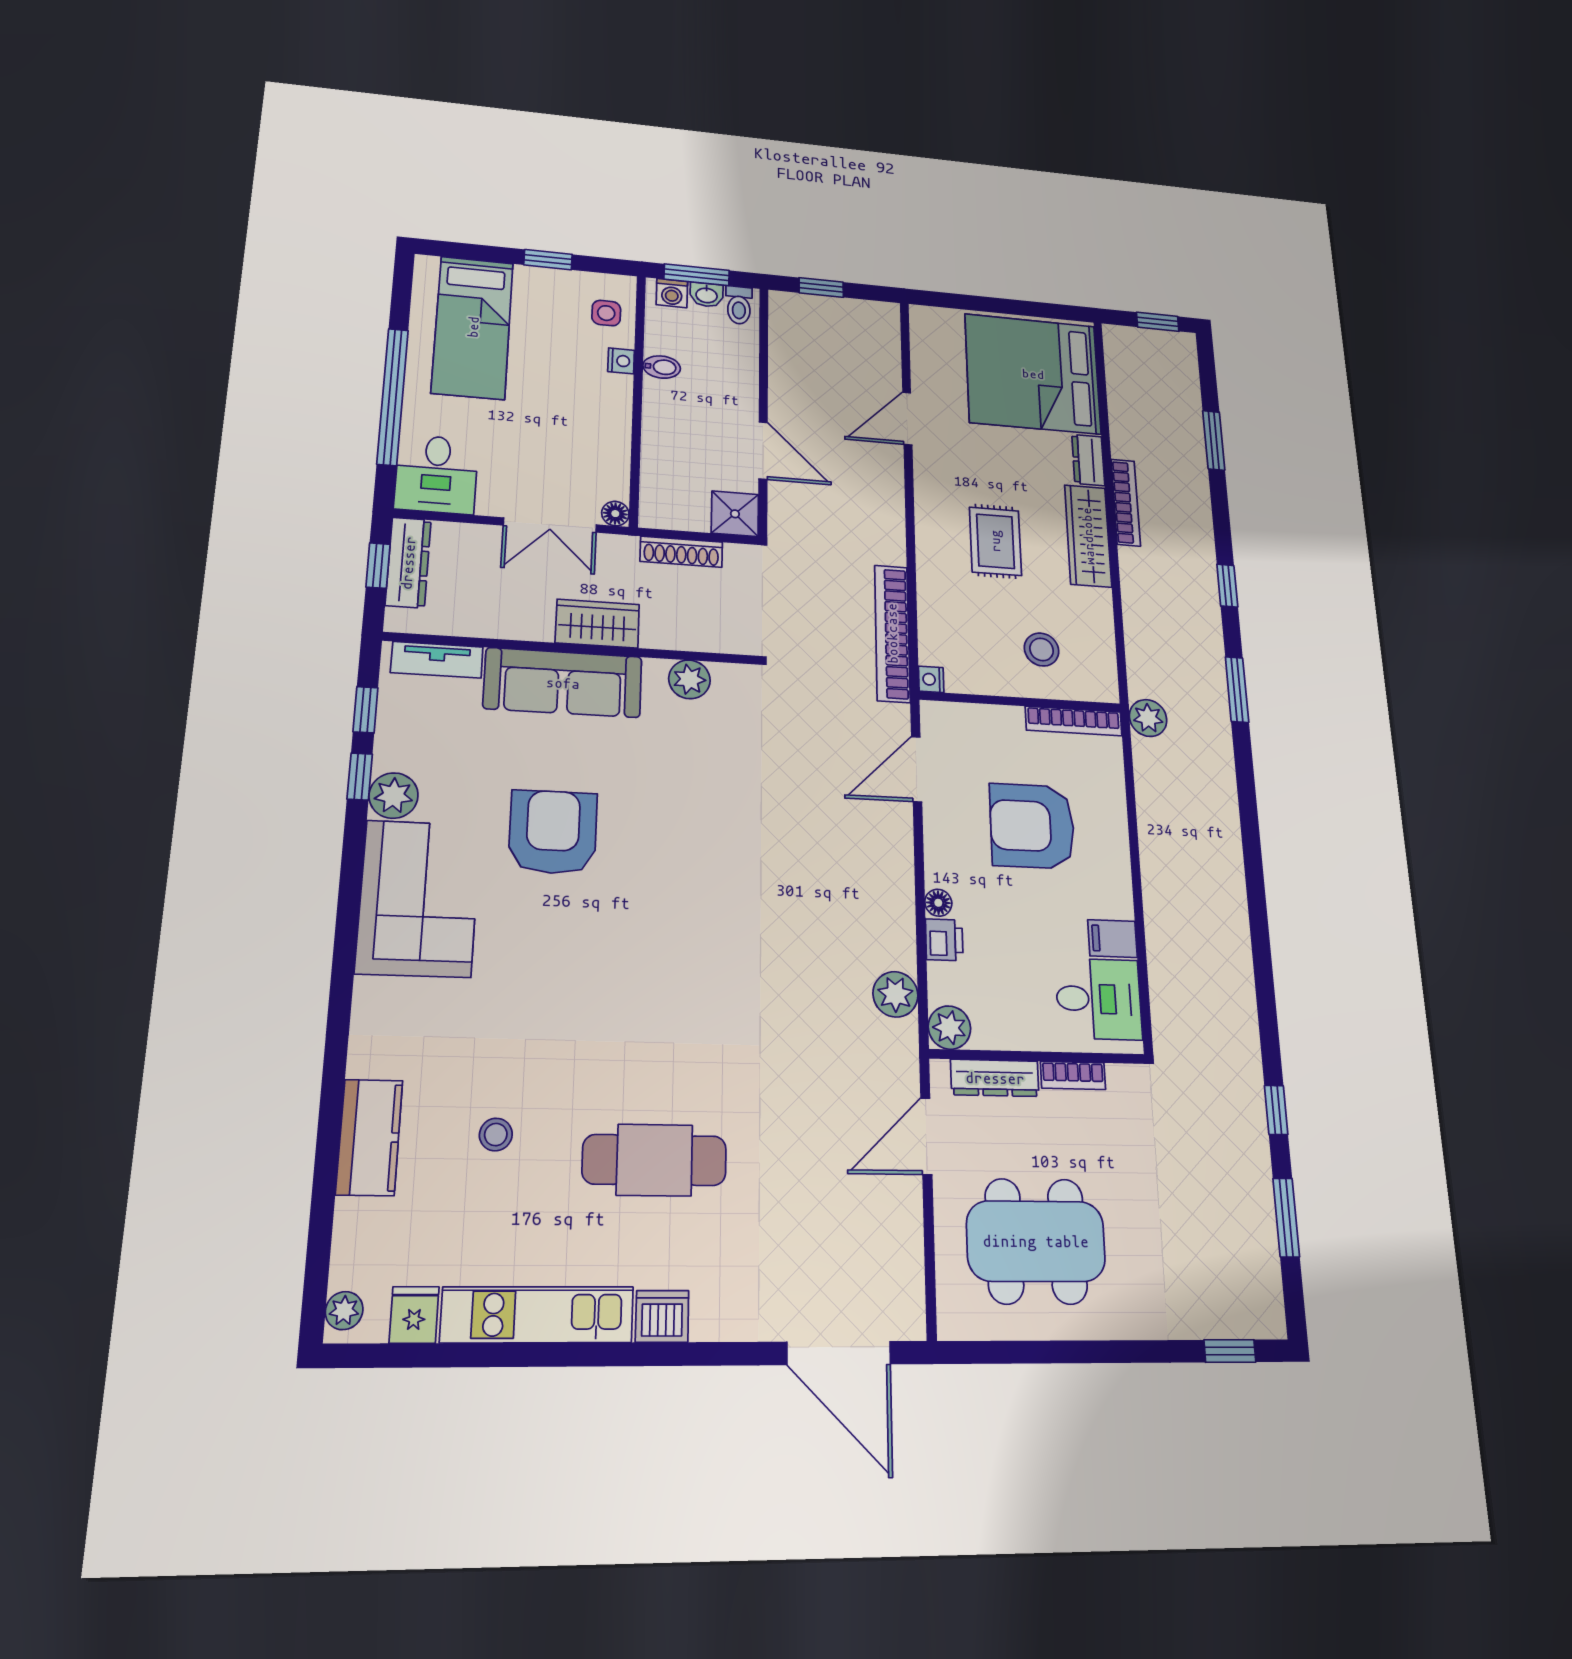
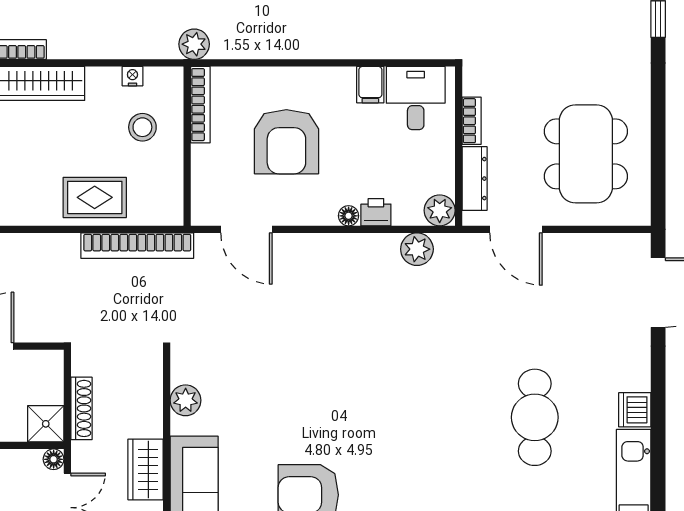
shower: (735, 514) -> (46, 424), moved
rug: (995, 541) -> (95, 197), moved
nightstand: (931, 679) -> (132, 76), moved, turned 180

